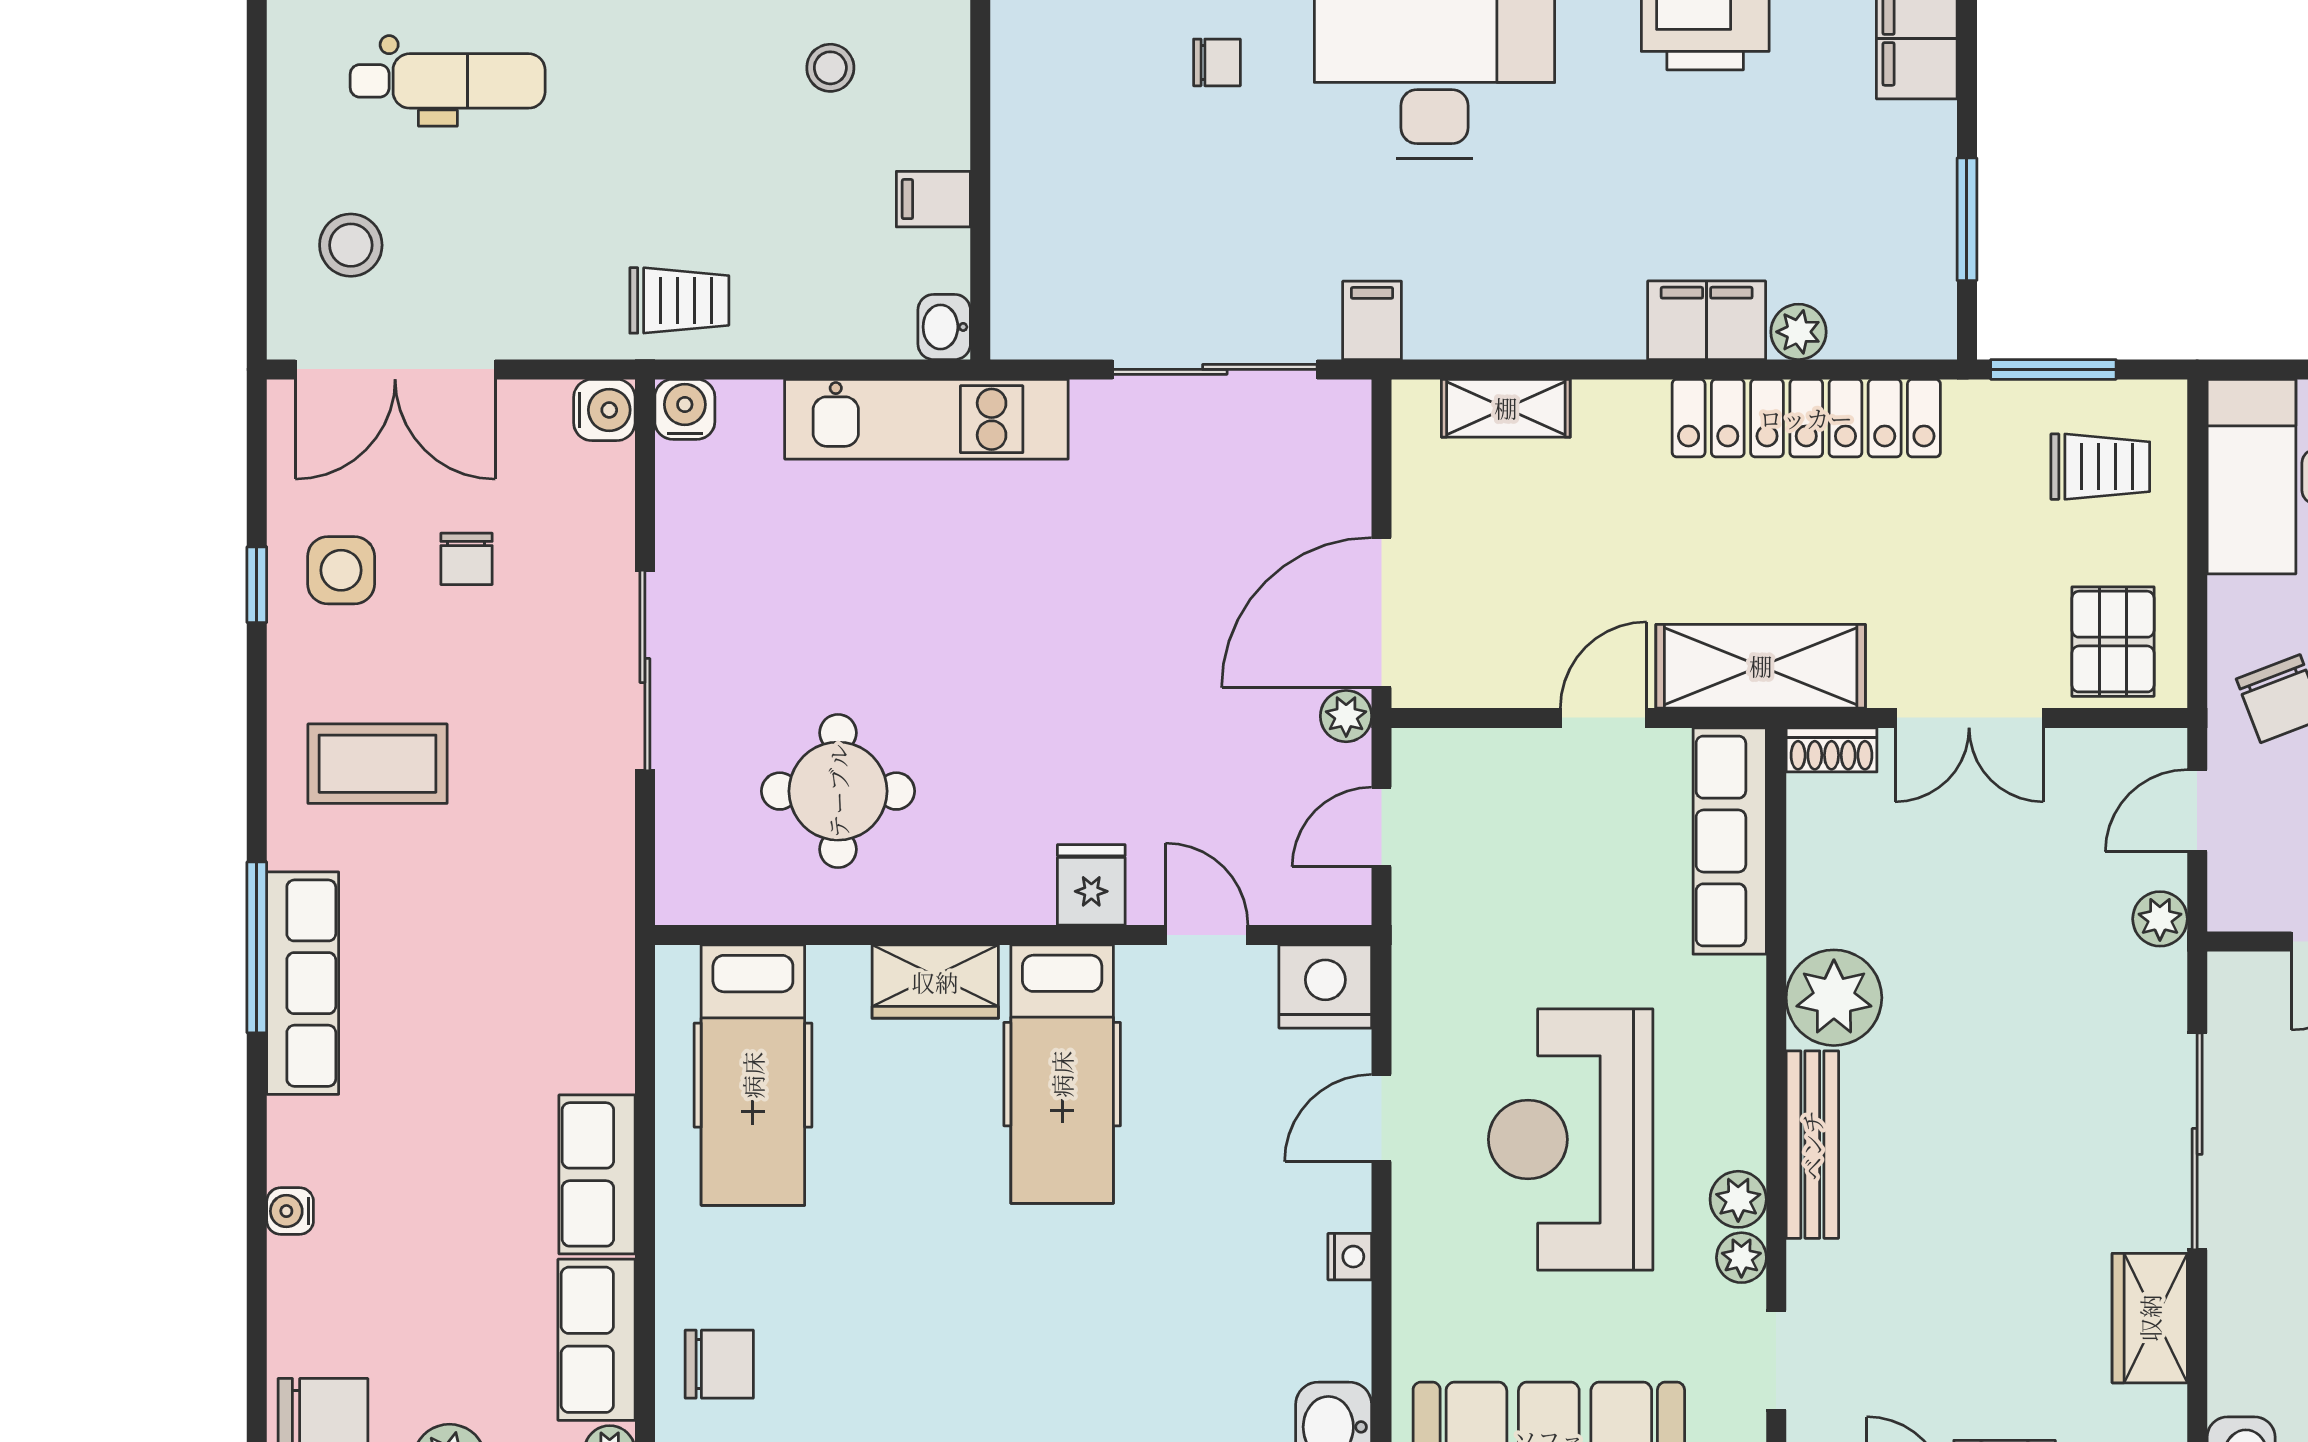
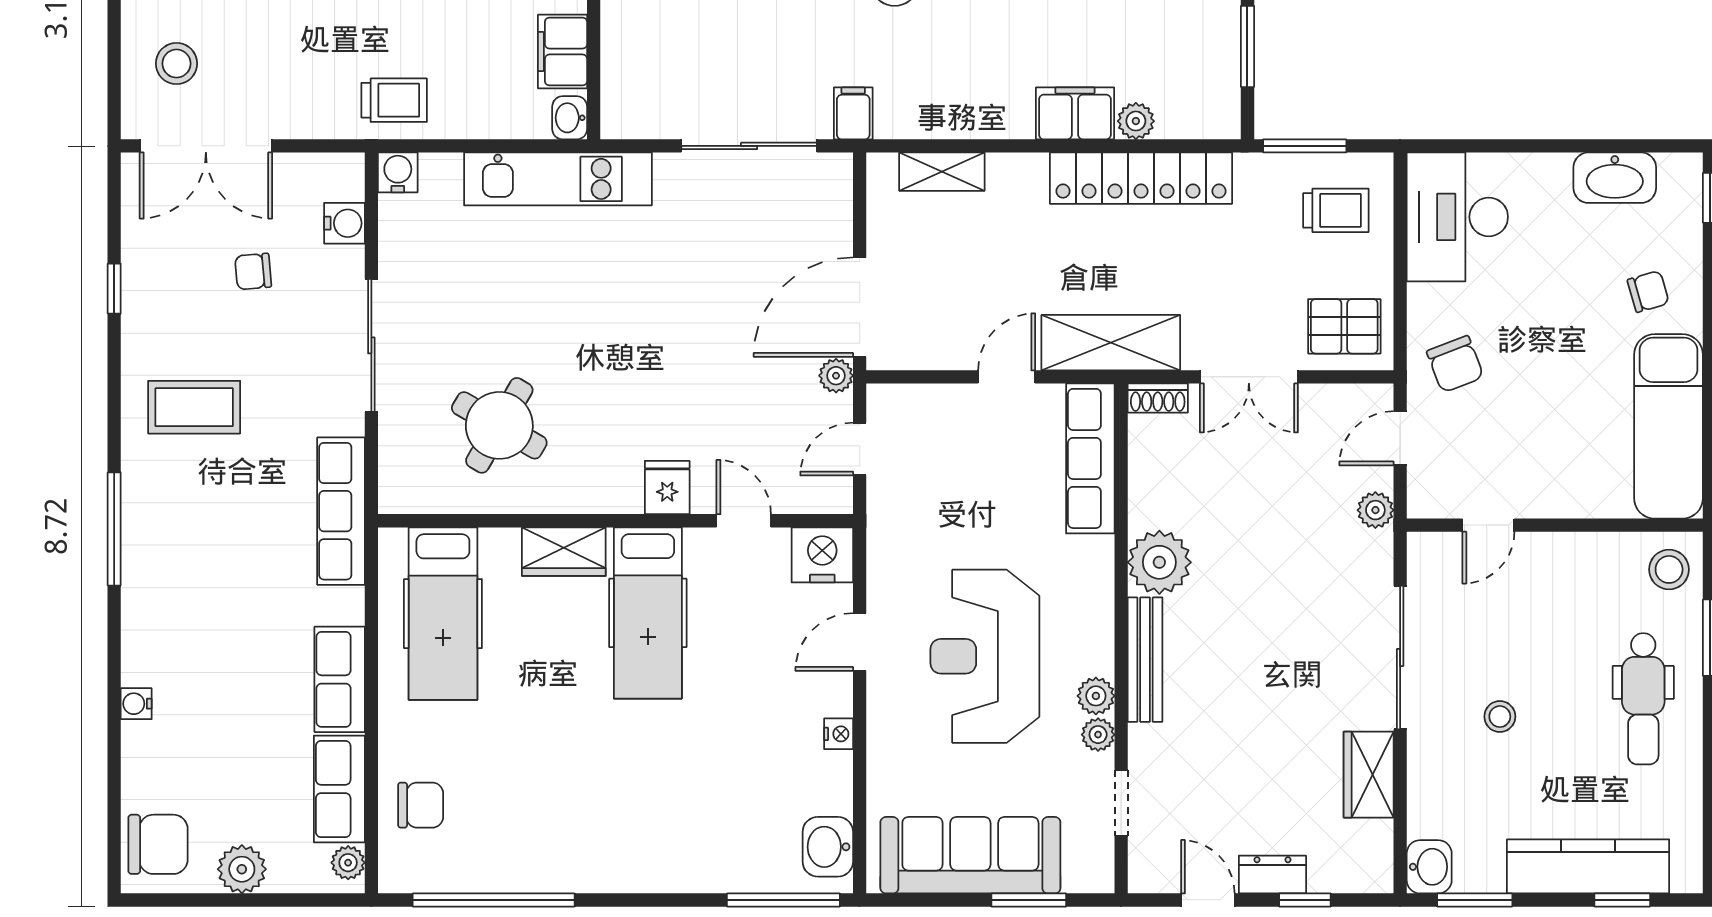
filing cabinet: (933, 199) -> (563, 51), width x2.00
water cooler: (604, 410) -> (344, 223), moved
chair: (466, 559) -> (253, 271), turned 85
side table: (341, 570) -> (170, 279), removed
pallet: (2113, 642) -> (1344, 326), turned 90
round table: (838, 791) -> (499, 425), turned 30
row of seats: (303, 983) -> (341, 511), moved, turned 180

